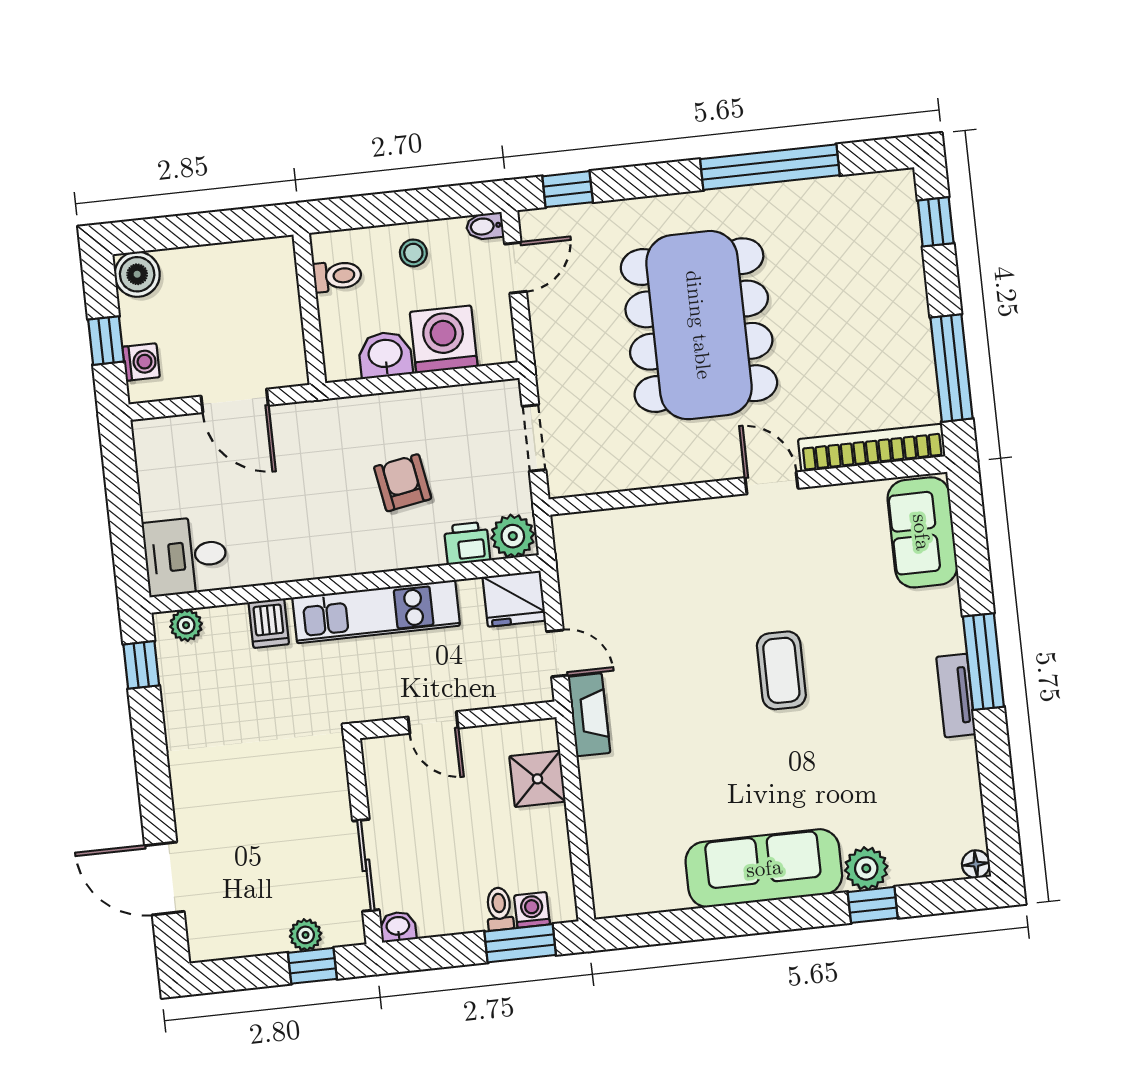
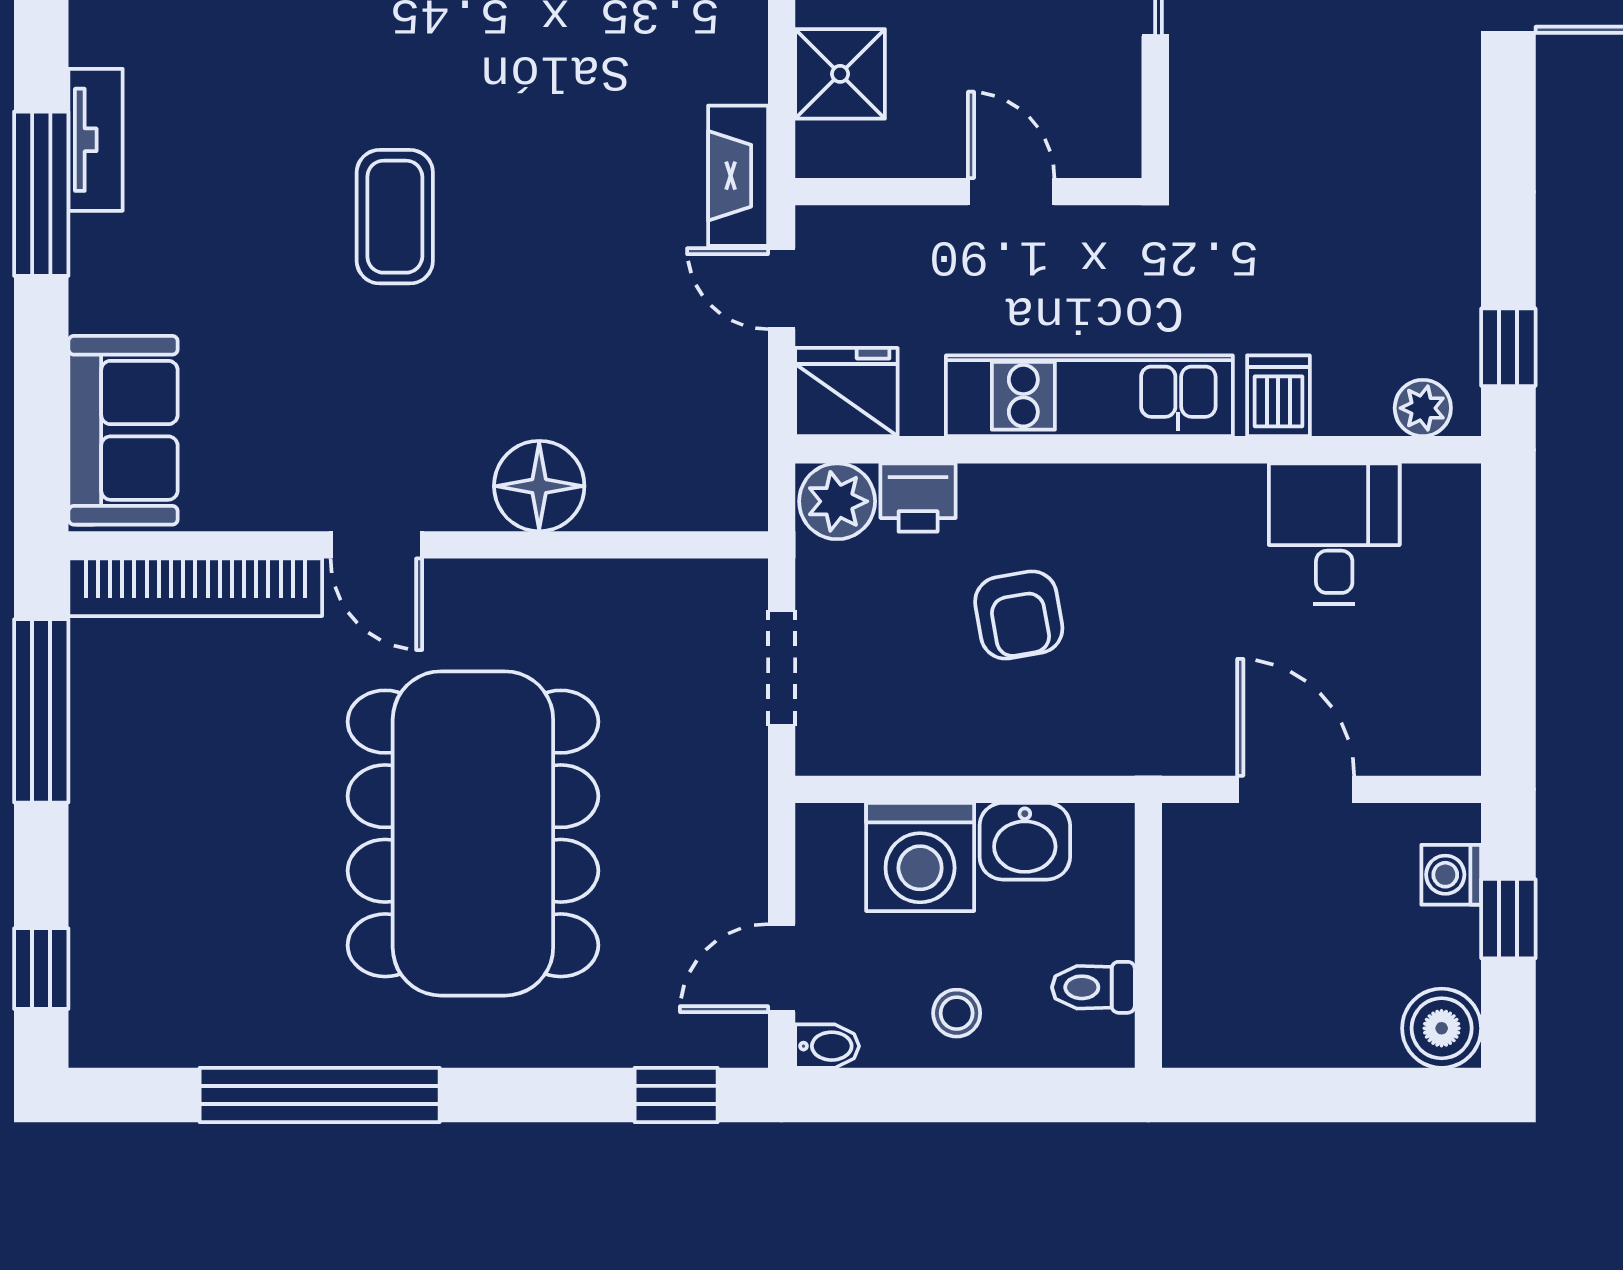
floor lamp: (683, 526) -> (539, 486), added
desk: (185, 556) -> (1334, 534), moved, turned -90

